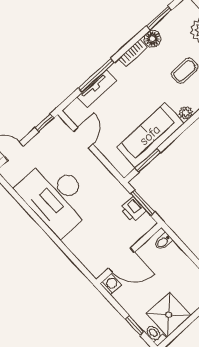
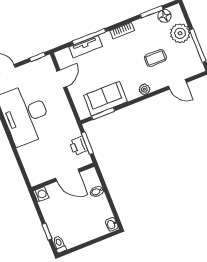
floor lamp: (152, 39) -> (165, 16), moved
sofa: (150, 135) -> (106, 99), width x0.73
bidet: (163, 242) -> (97, 191), moved
door: (121, 260) -> (67, 175), moved
shower: (169, 315) -> (75, 233), removed

